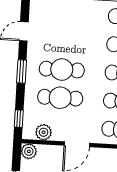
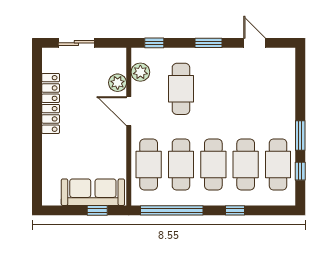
cafe table: (62, 70) -> (213, 89), removed
plant: (29, 151) -> (118, 83), moved

